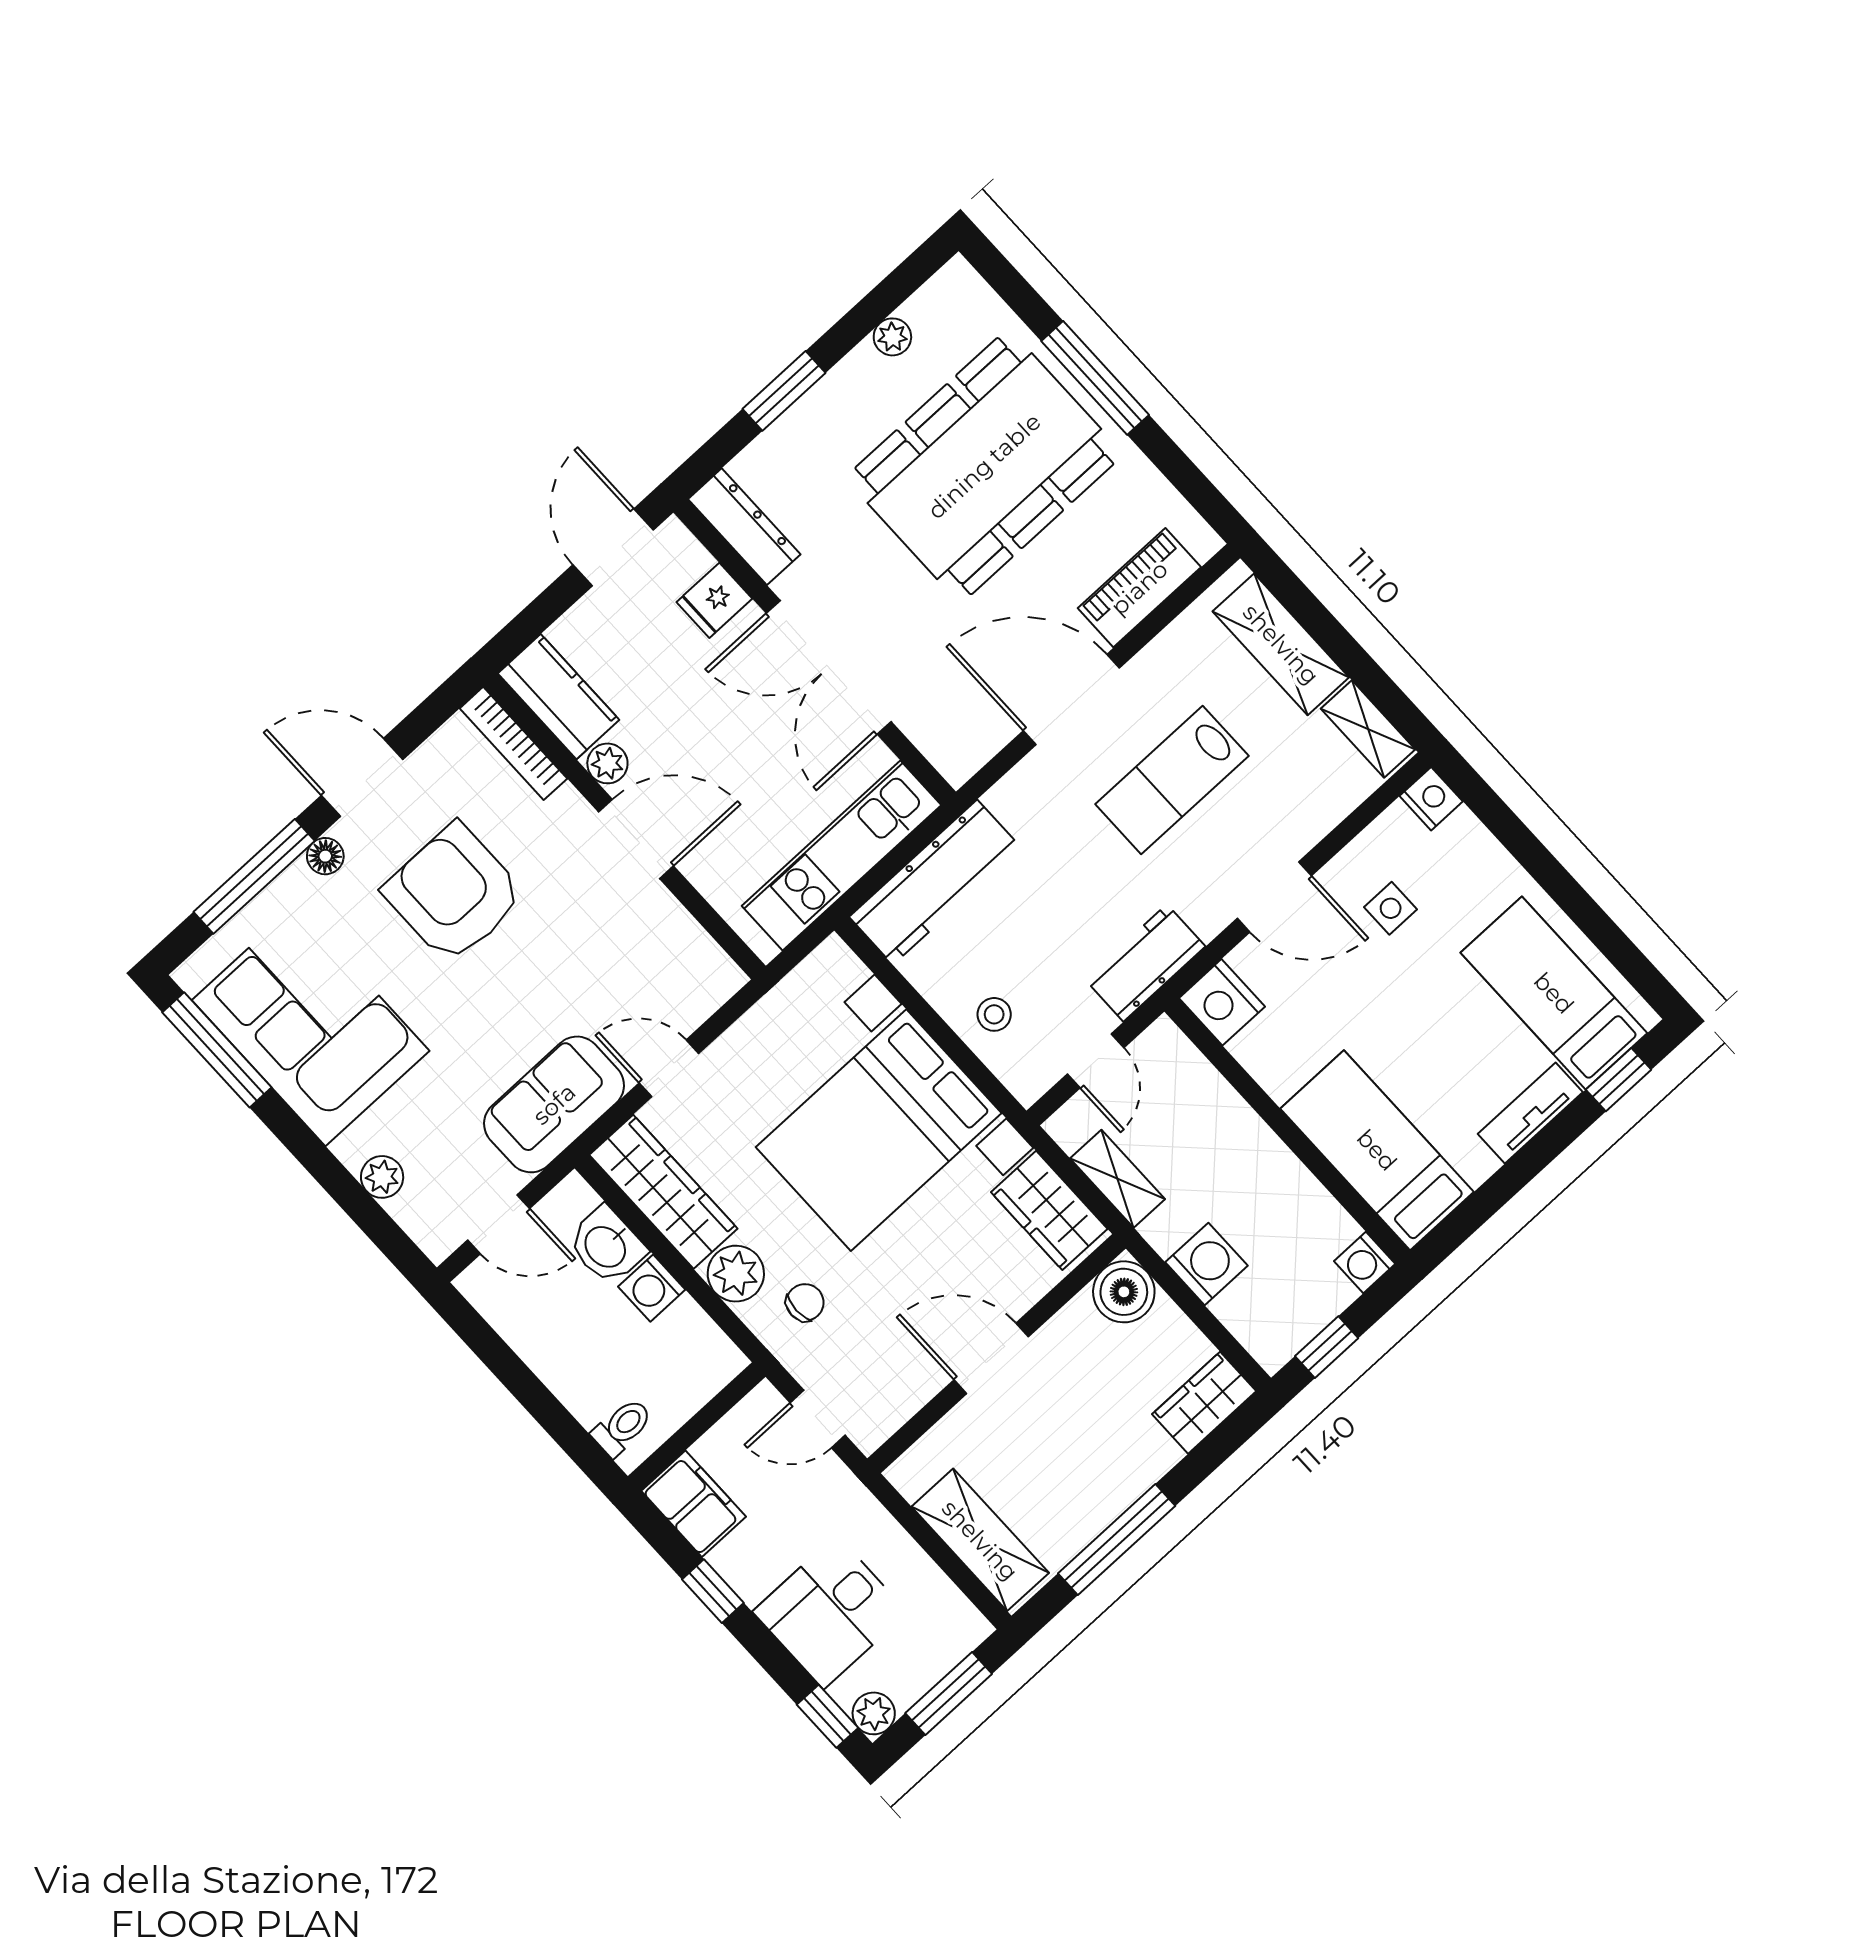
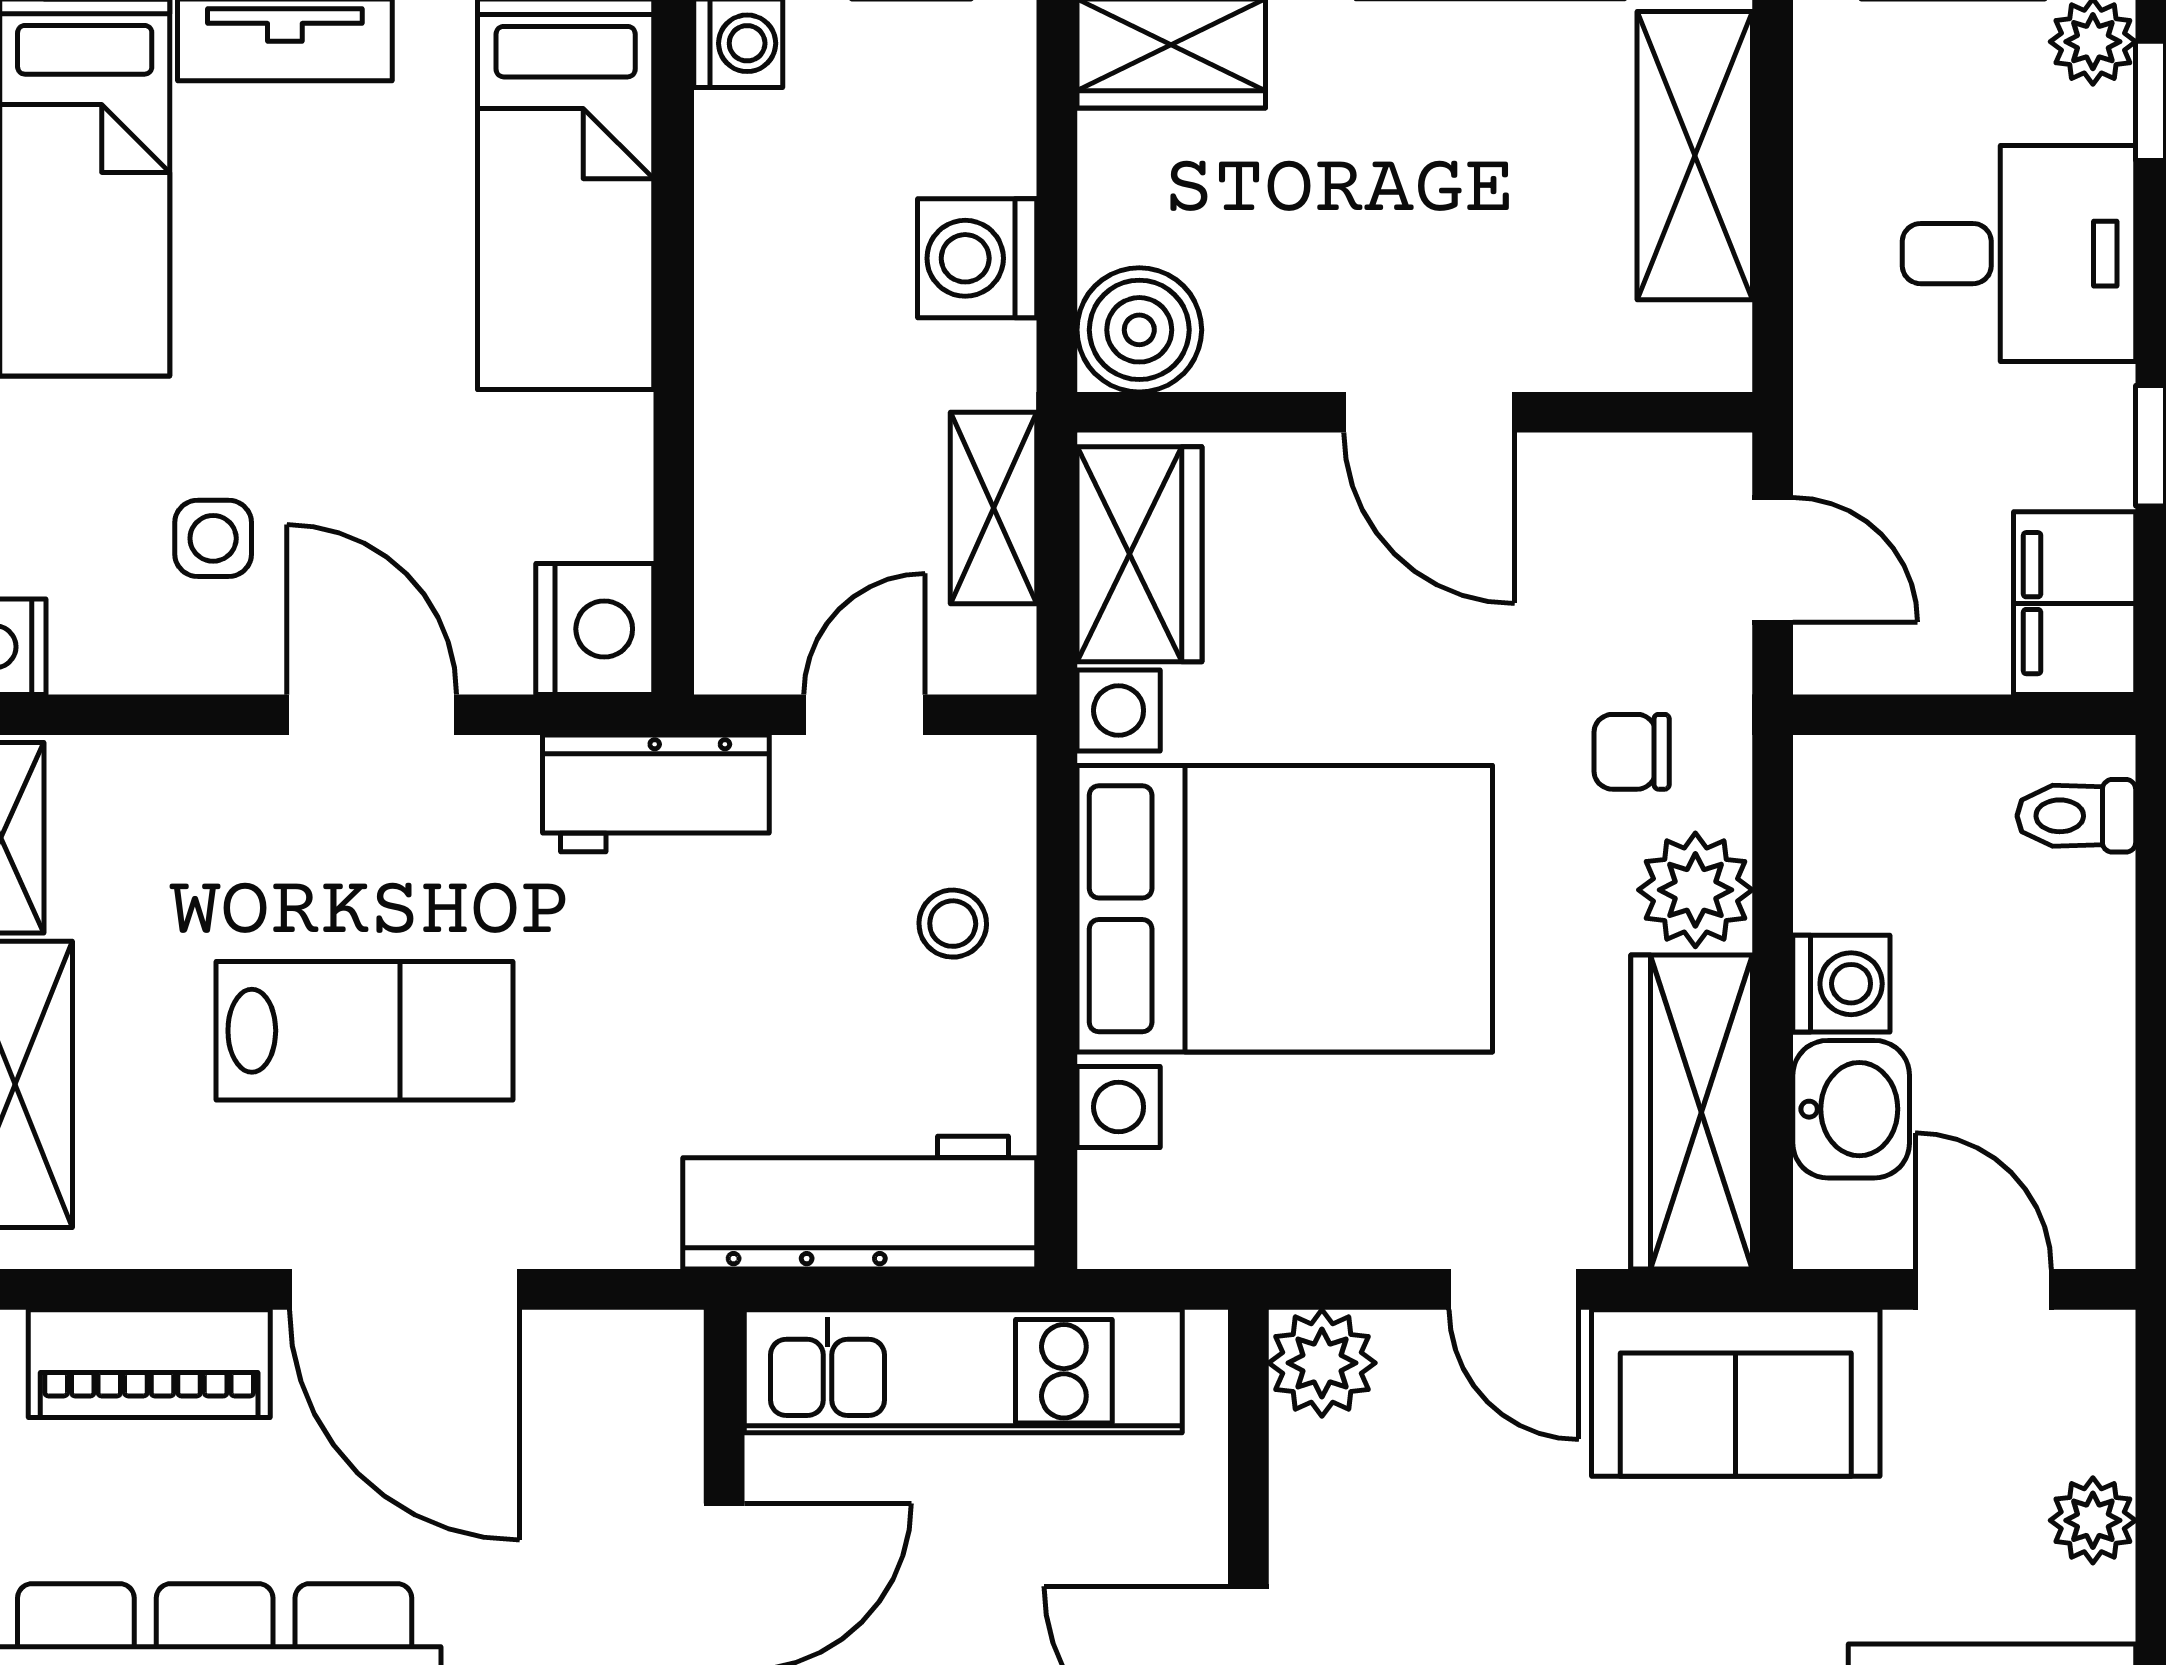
plant: (714, 978) -> (1322, 1363), added

